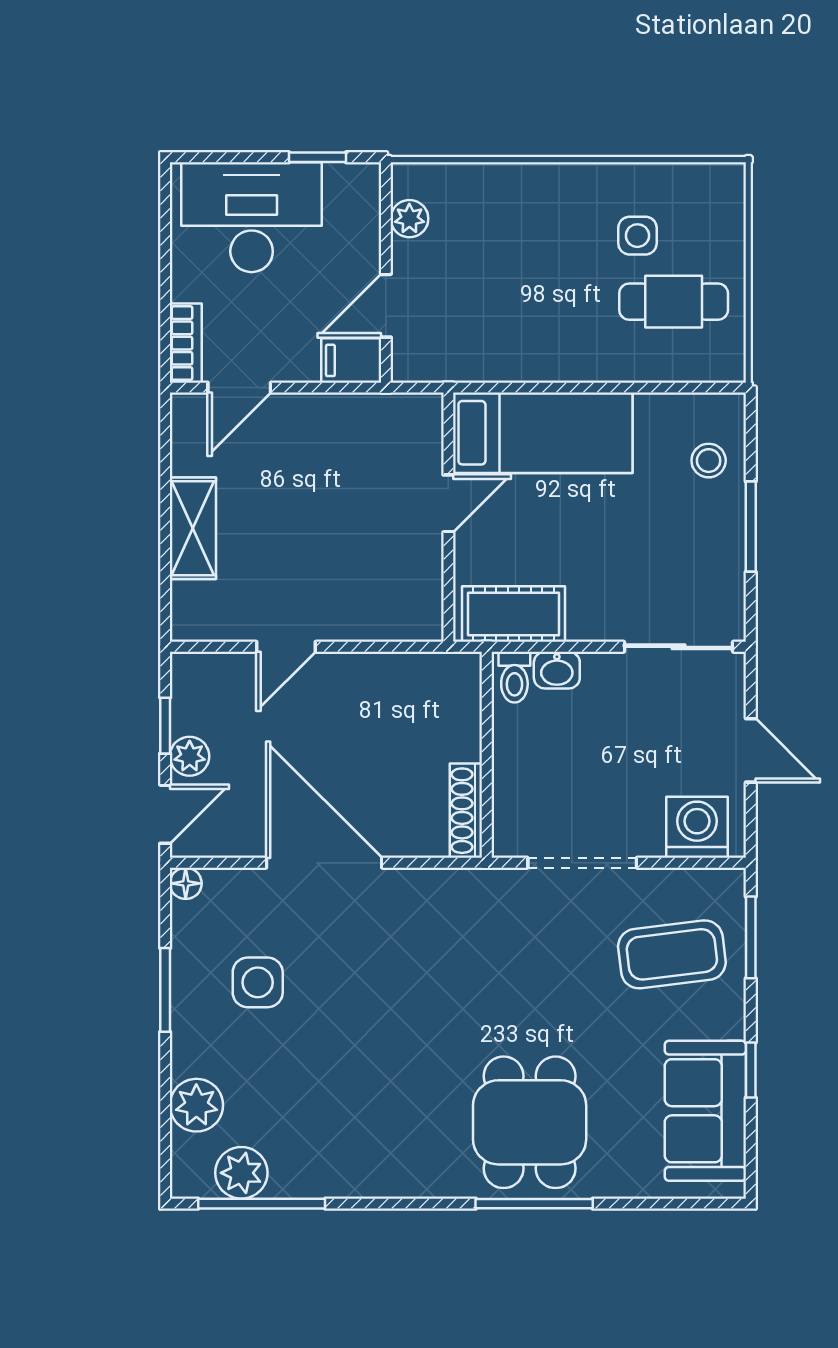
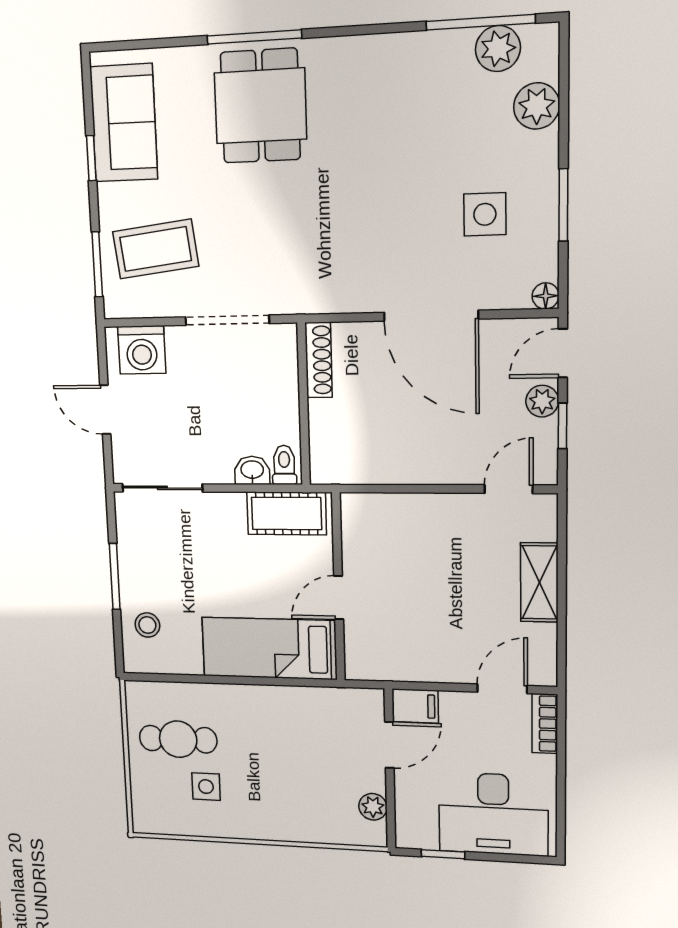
door: (286, 647) -> (509, 489), moved

